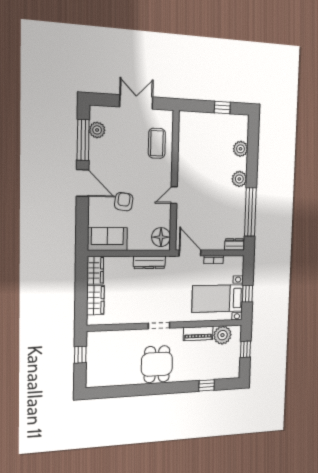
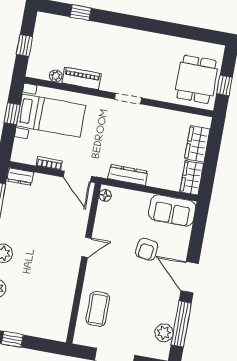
floor lamp: (161, 237) -> (105, 195), width x0.53, depth x0.53
plant: (222, 335) -> (56, 76), width x0.53, depth x0.53
dining table: (157, 364) -> (196, 79), moved

